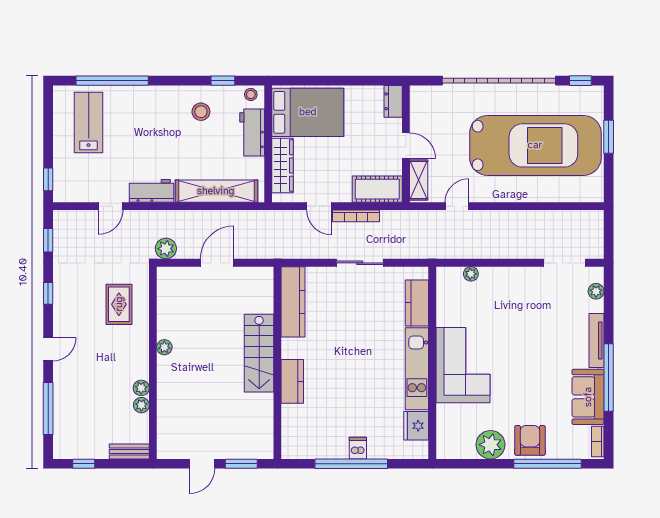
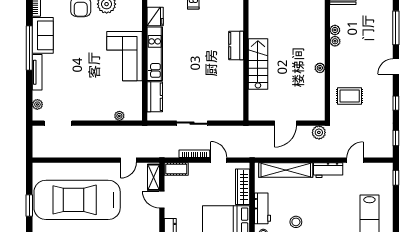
cot: (377, 189) -> (176, 169), width x0.73, depth x0.75
kitchen counter: (293, 302) -> (236, 98), removed
rug: (119, 304) -> (350, 96), turned 90

